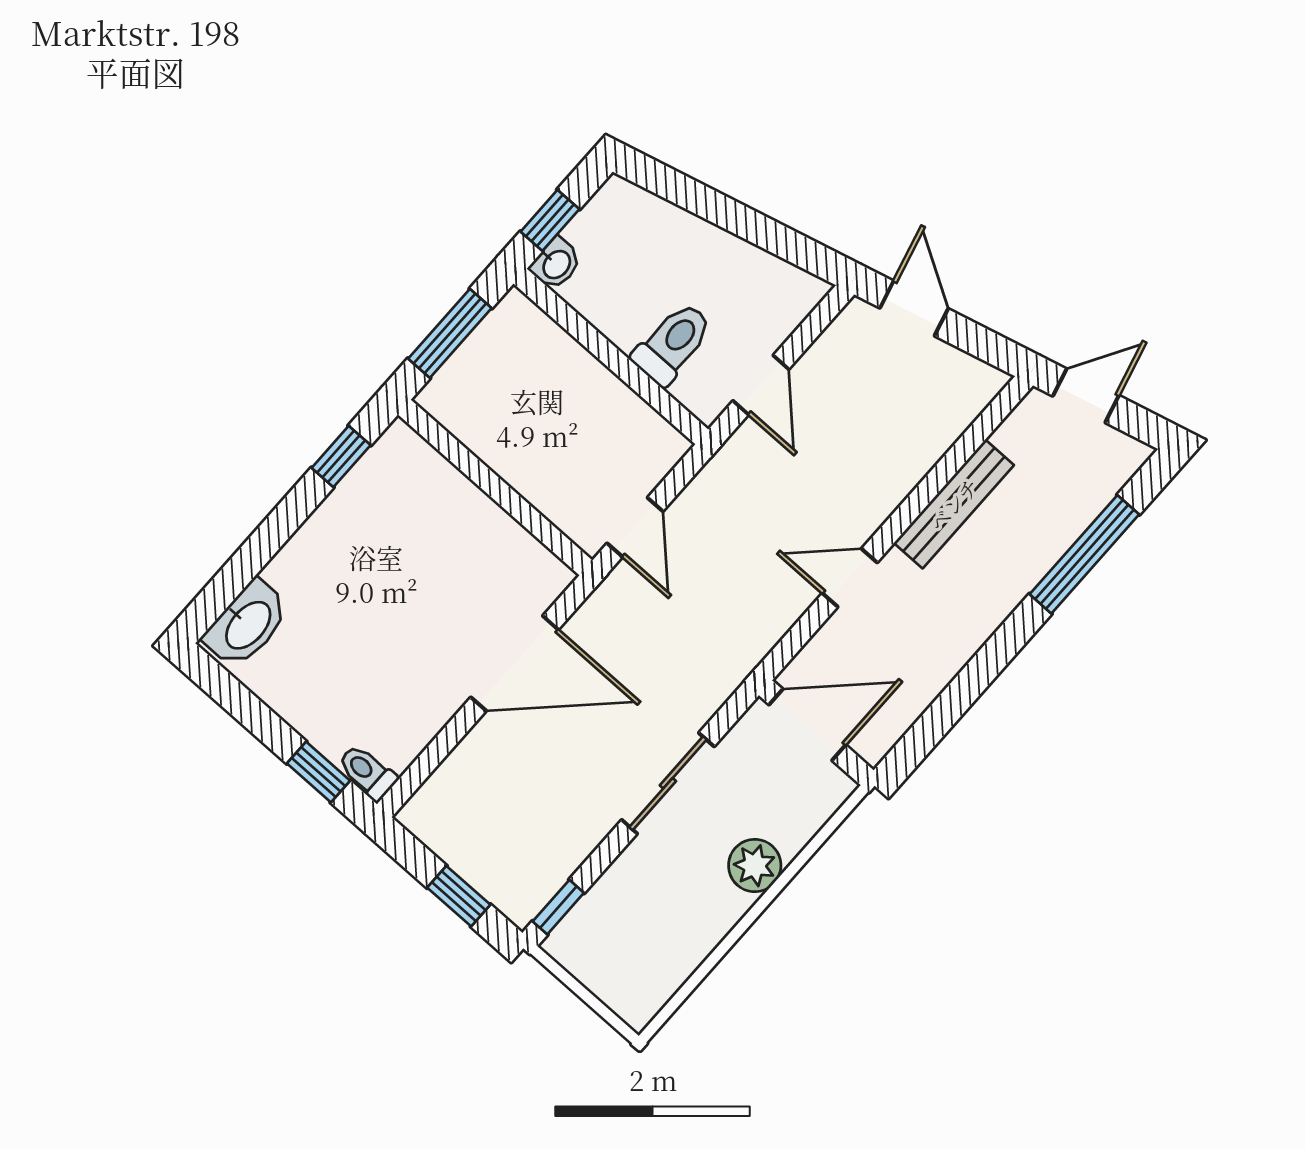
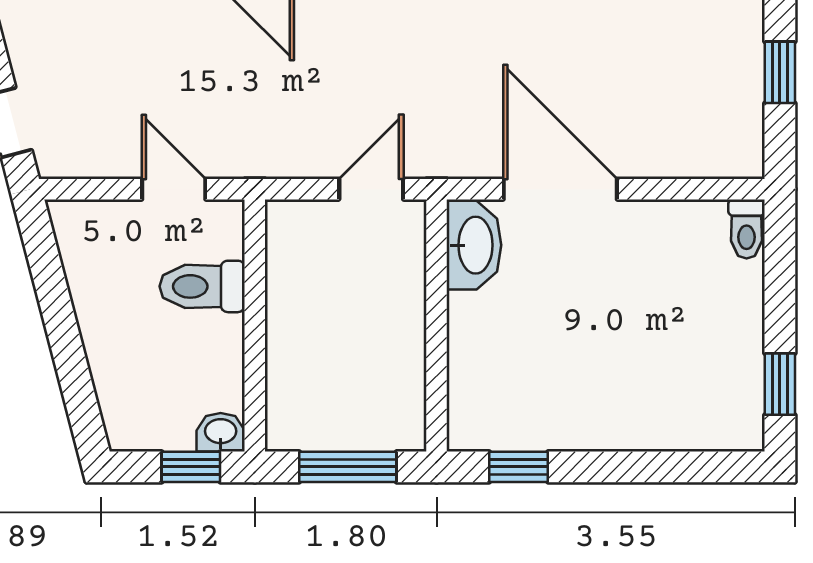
door: (761, 385) -> (174, 189), hinge flipped
washbasin: (247, 624) -> (474, 245), moved, turned 90
window: (318, 772) -> (780, 384), moved

